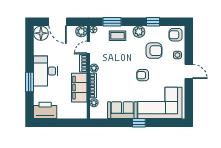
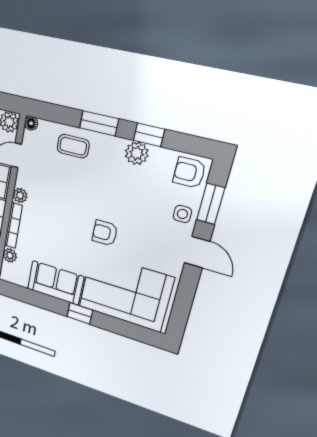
window: (112, 22) -> (99, 123), moved
plant: (139, 32) -> (137, 153), moved
window: (189, 47) -> (211, 204), added
armchair: (154, 51) -> (137, 193), removed

